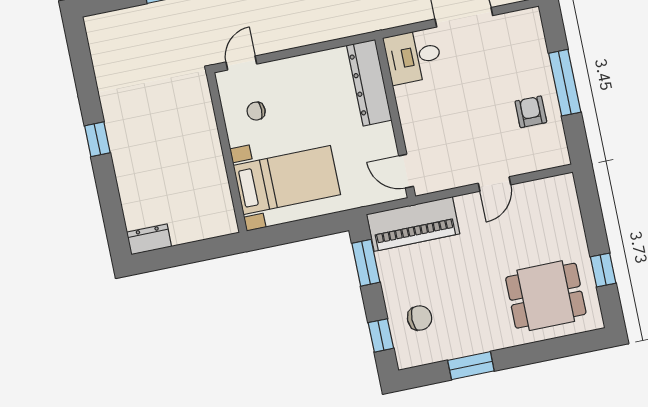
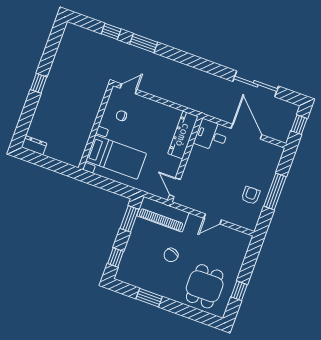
dining table: (546, 296) -> (205, 286), turned 90
chair: (420, 318) -> (171, 255), moved, turned 111

